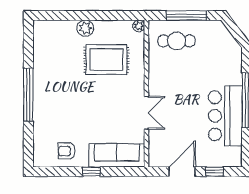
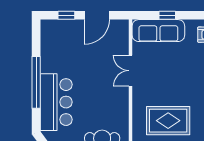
bar counter: (225, 116) -> (56, 102), moved
window: (91, 172) -> (167, 15), moved

